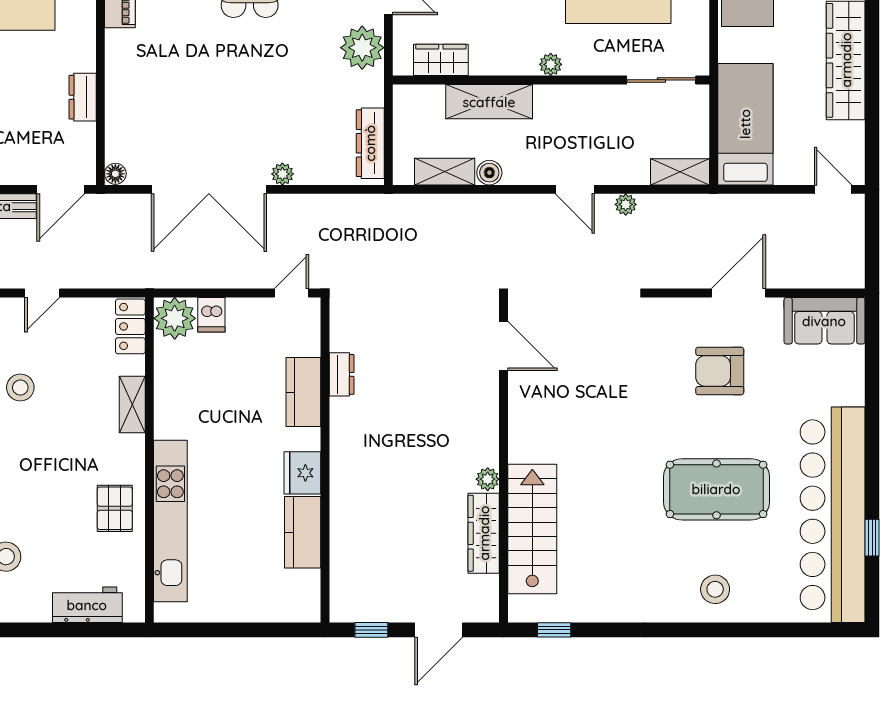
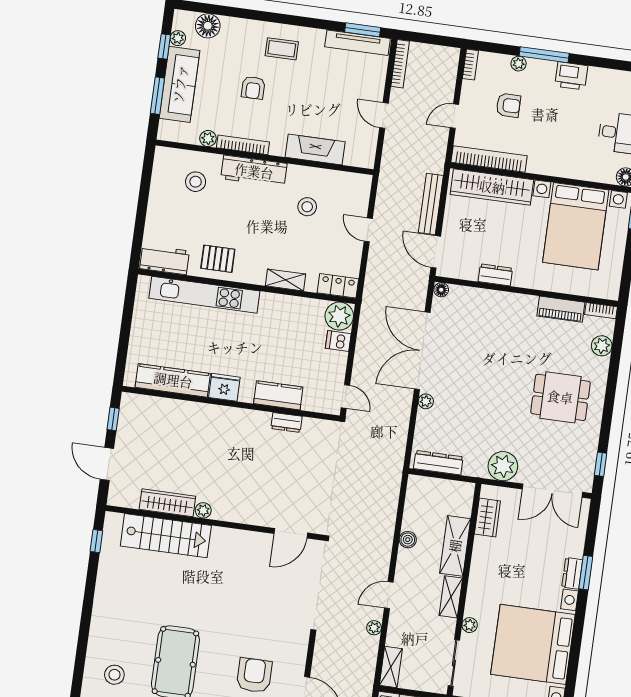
plant: (551, 64) -> (470, 625), moved
shelving: (445, 172) -> (451, 597), moved
kitchen counter: (303, 532) -> (173, 380), width x1.50
stool: (715, 589) -> (114, 675), moved
workbench: (87, 605) -> (165, 260), moved, turned -90

